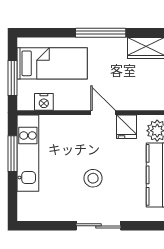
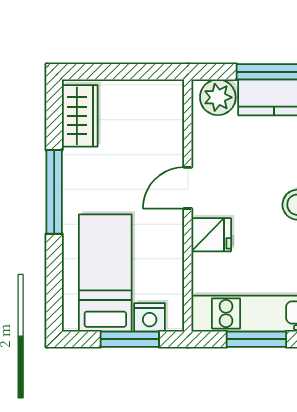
nightstand: (44, 102) -> (150, 317), moved, turned 90
fridge: (127, 127) -> (211, 235), moved

